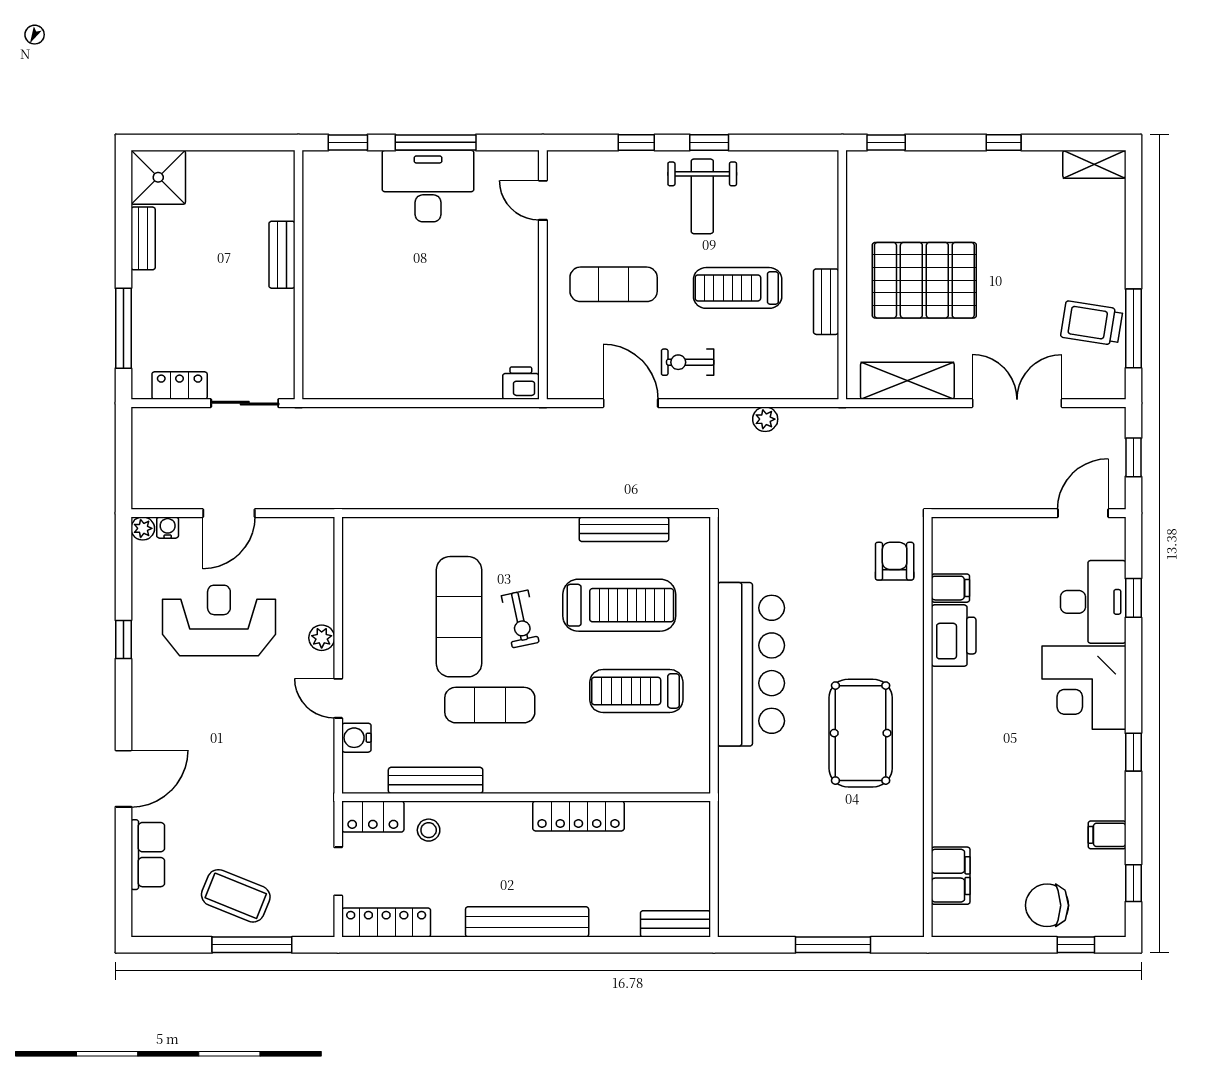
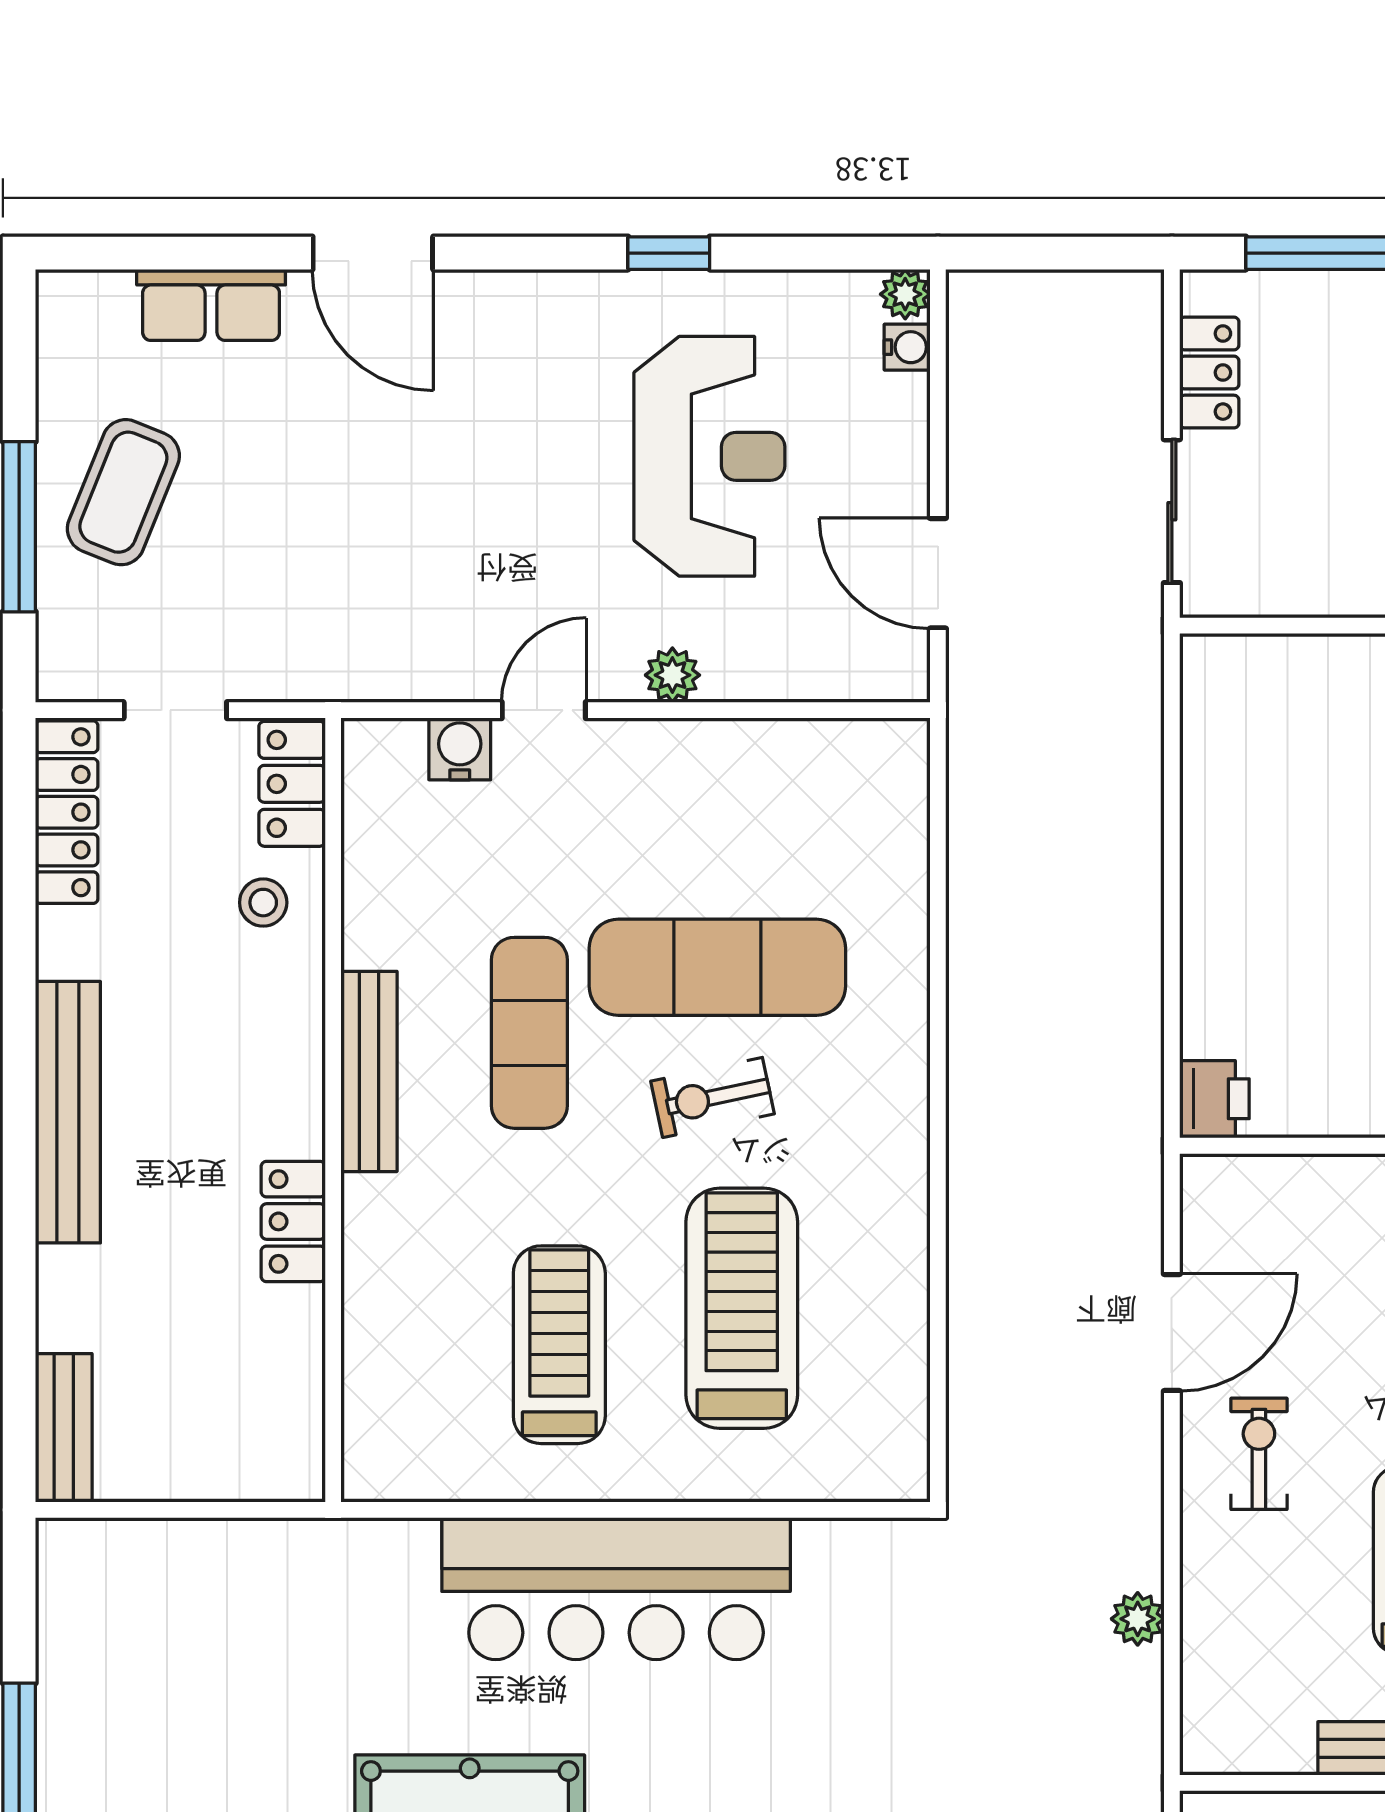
door: (229, 513) -> (938, 573), moved
bench: (624, 529) -> (903, 1318), removed
treadmill: (619, 605) -> (742, 1308), turned 180
bench: (436, 780) -> (369, 1071), moved
locker: (578, 816) -> (293, 1221), width x0.66

